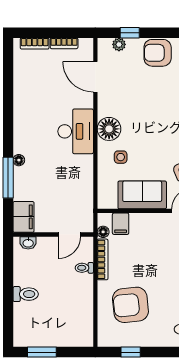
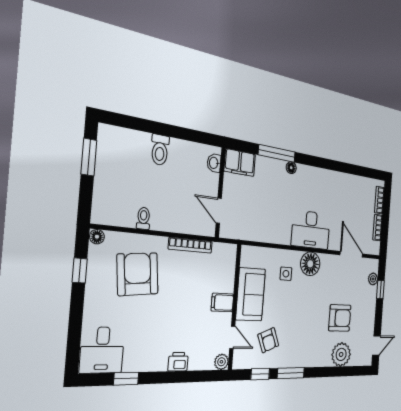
armchair: (158, 53) -> (340, 318), moved, turned 90
door: (95, 77) -> (351, 254), hinge flipped
filing cabinet: (121, 224) -> (222, 302), moved
floor lamp: (103, 232) -> (97, 237), moved
toilet: (84, 268) -> (143, 218), moved

